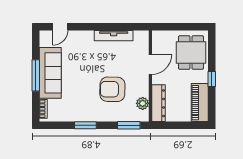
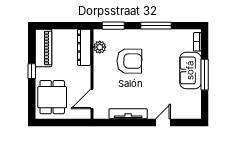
door: (60, 27) -> (163, 123), moved
door: (150, 64) -> (92, 99), moved
sofa: (50, 73) -> (190, 70), width x0.73
window: (85, 125) -> (156, 26), width x1.44

